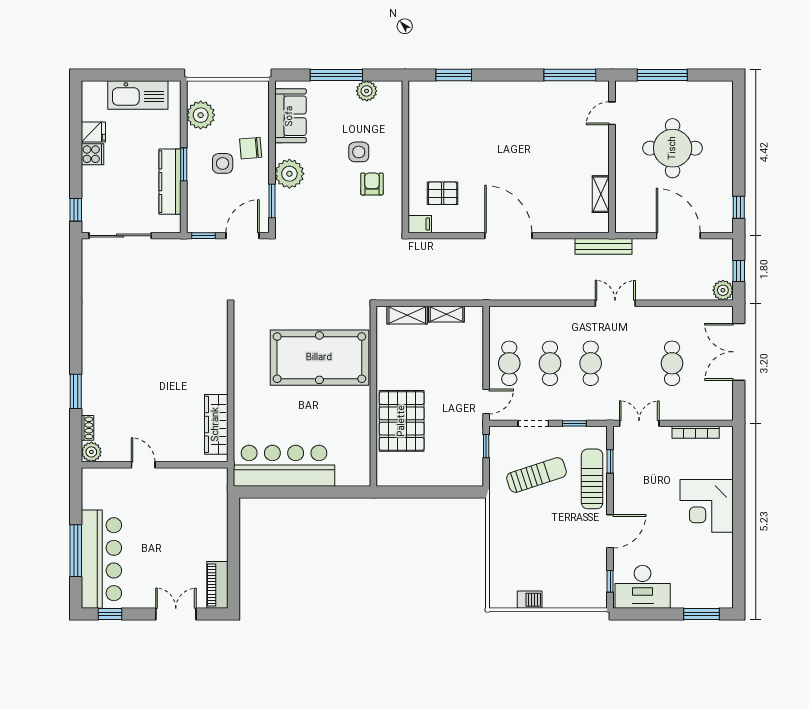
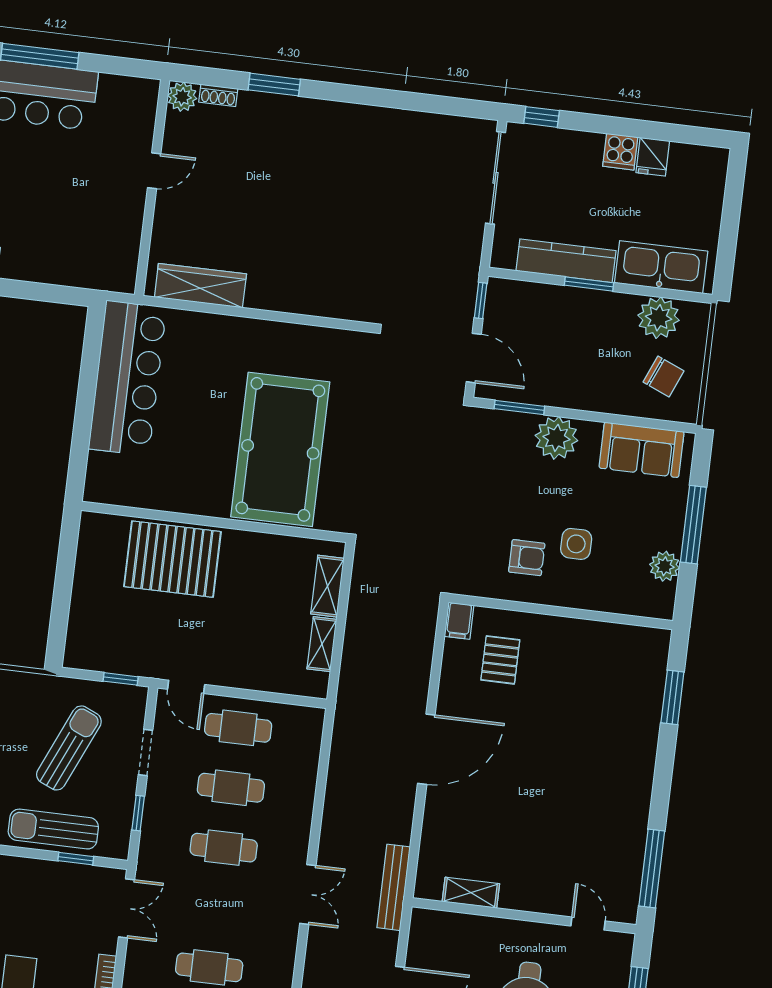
kitchen sink: (138, 95) -> (661, 267), moved, turned 90
chair: (251, 148) -> (664, 377), moved, turned 118
side table: (223, 163) -> (583, 341), removed
sun lounger: (537, 475) -> (69, 748), turned -138
sun lounger: (592, 479) -> (53, 829), turned 180

